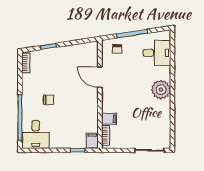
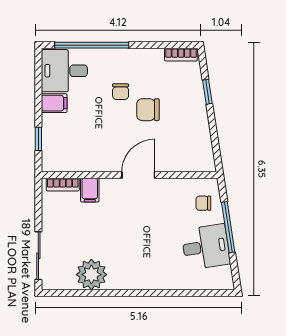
desk: (157, 53) -> (206, 247), moved, turned -99
door: (100, 77) -> (138, 175), moved
chair: (60, 83) -> (148, 110), added
plant: (161, 90) -> (91, 275), moved
filing cabinet: (92, 141) -> (54, 103), moved

